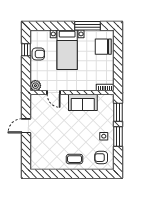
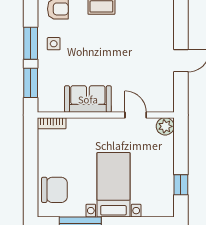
armchair: (38, 54) -> (161, 178), removed

